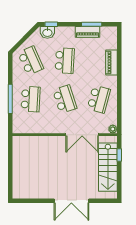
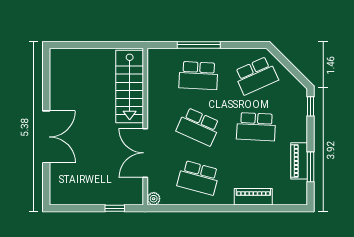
washbasin: (47, 32) -> (298, 101), removed
school desk: (65, 99) -> (198, 127), turned 42
stairs: (108, 167) -> (130, 86), moved, turned -90
double door: (71, 201) -> (46, 137), swing flipped

